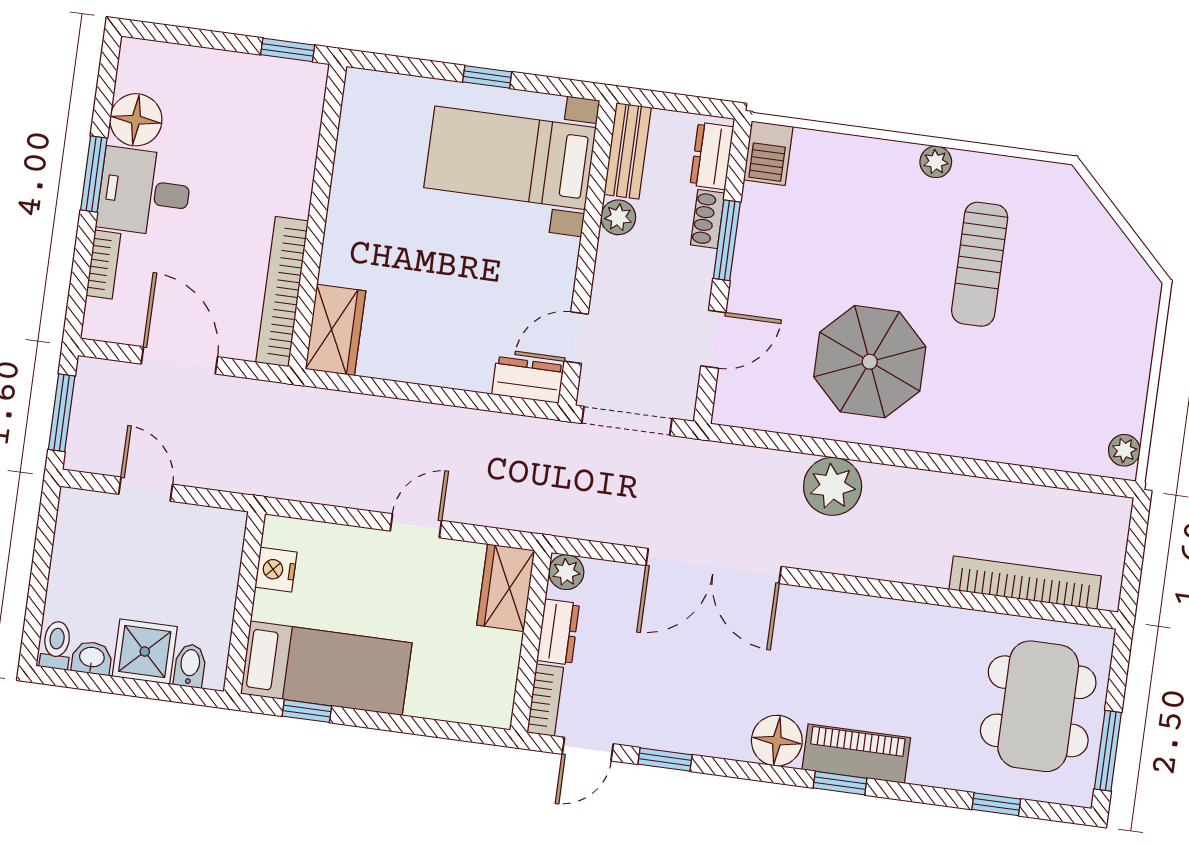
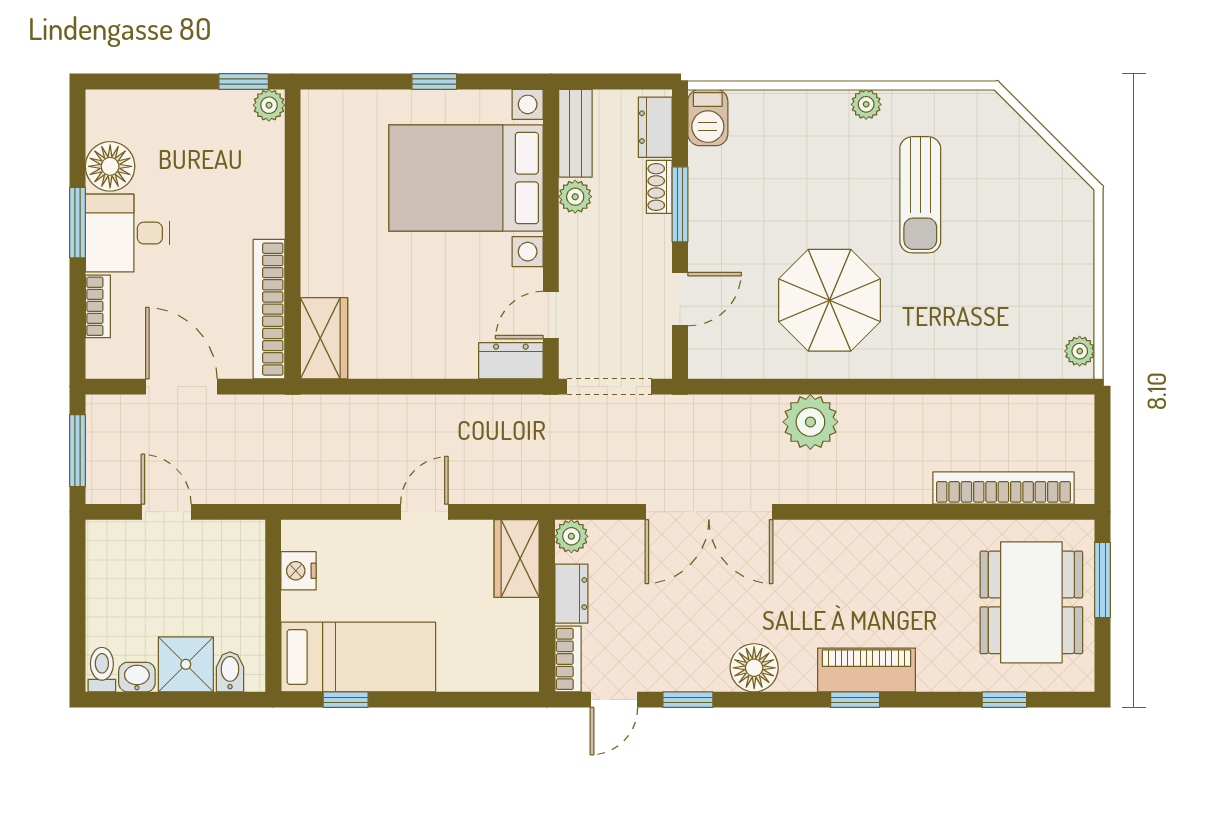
plant: (311, 78) -> (269, 105), added
bed with nightstands: (510, 158) -> (466, 178), width x1.36
floor lamp: (777, 741) -> (754, 668), moved
window: (1108, 751) -> (1102, 580), moved

